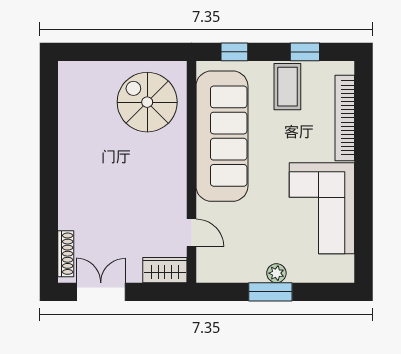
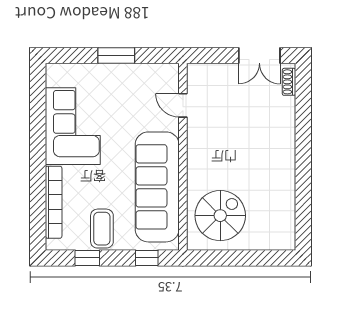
spiral stairs: (147, 102) -> (220, 216), turned -90
shoe rack: (66, 254) -> (289, 82), width x0.70
wardrobe: (165, 270) -> (205, 74), removed
plant: (276, 273) -> (111, 71), removed

